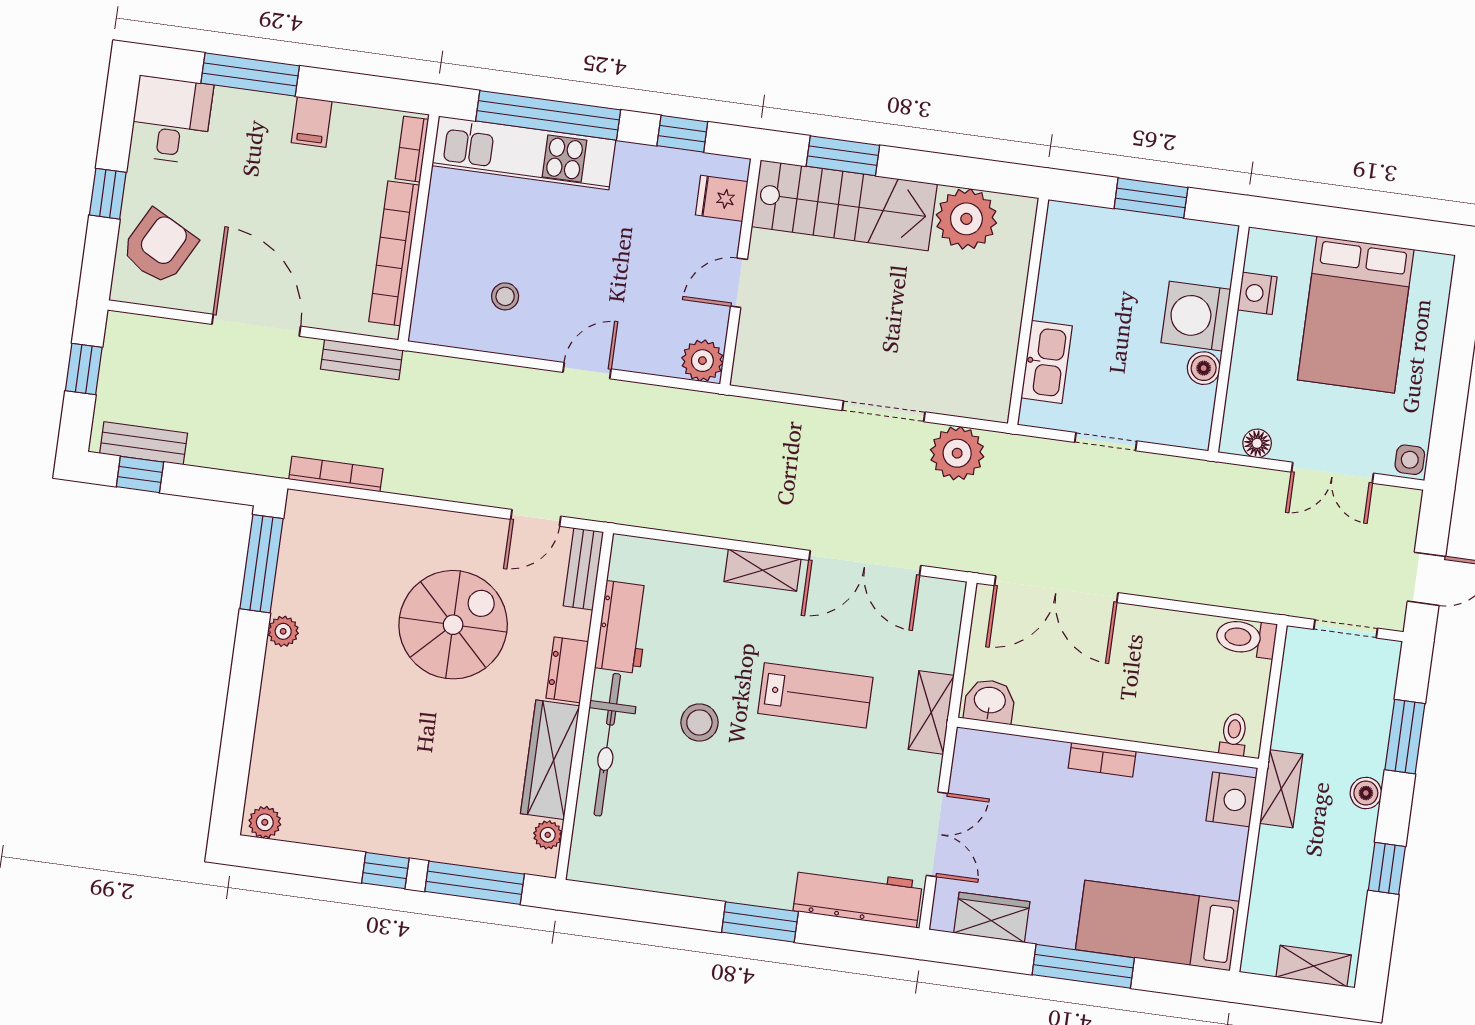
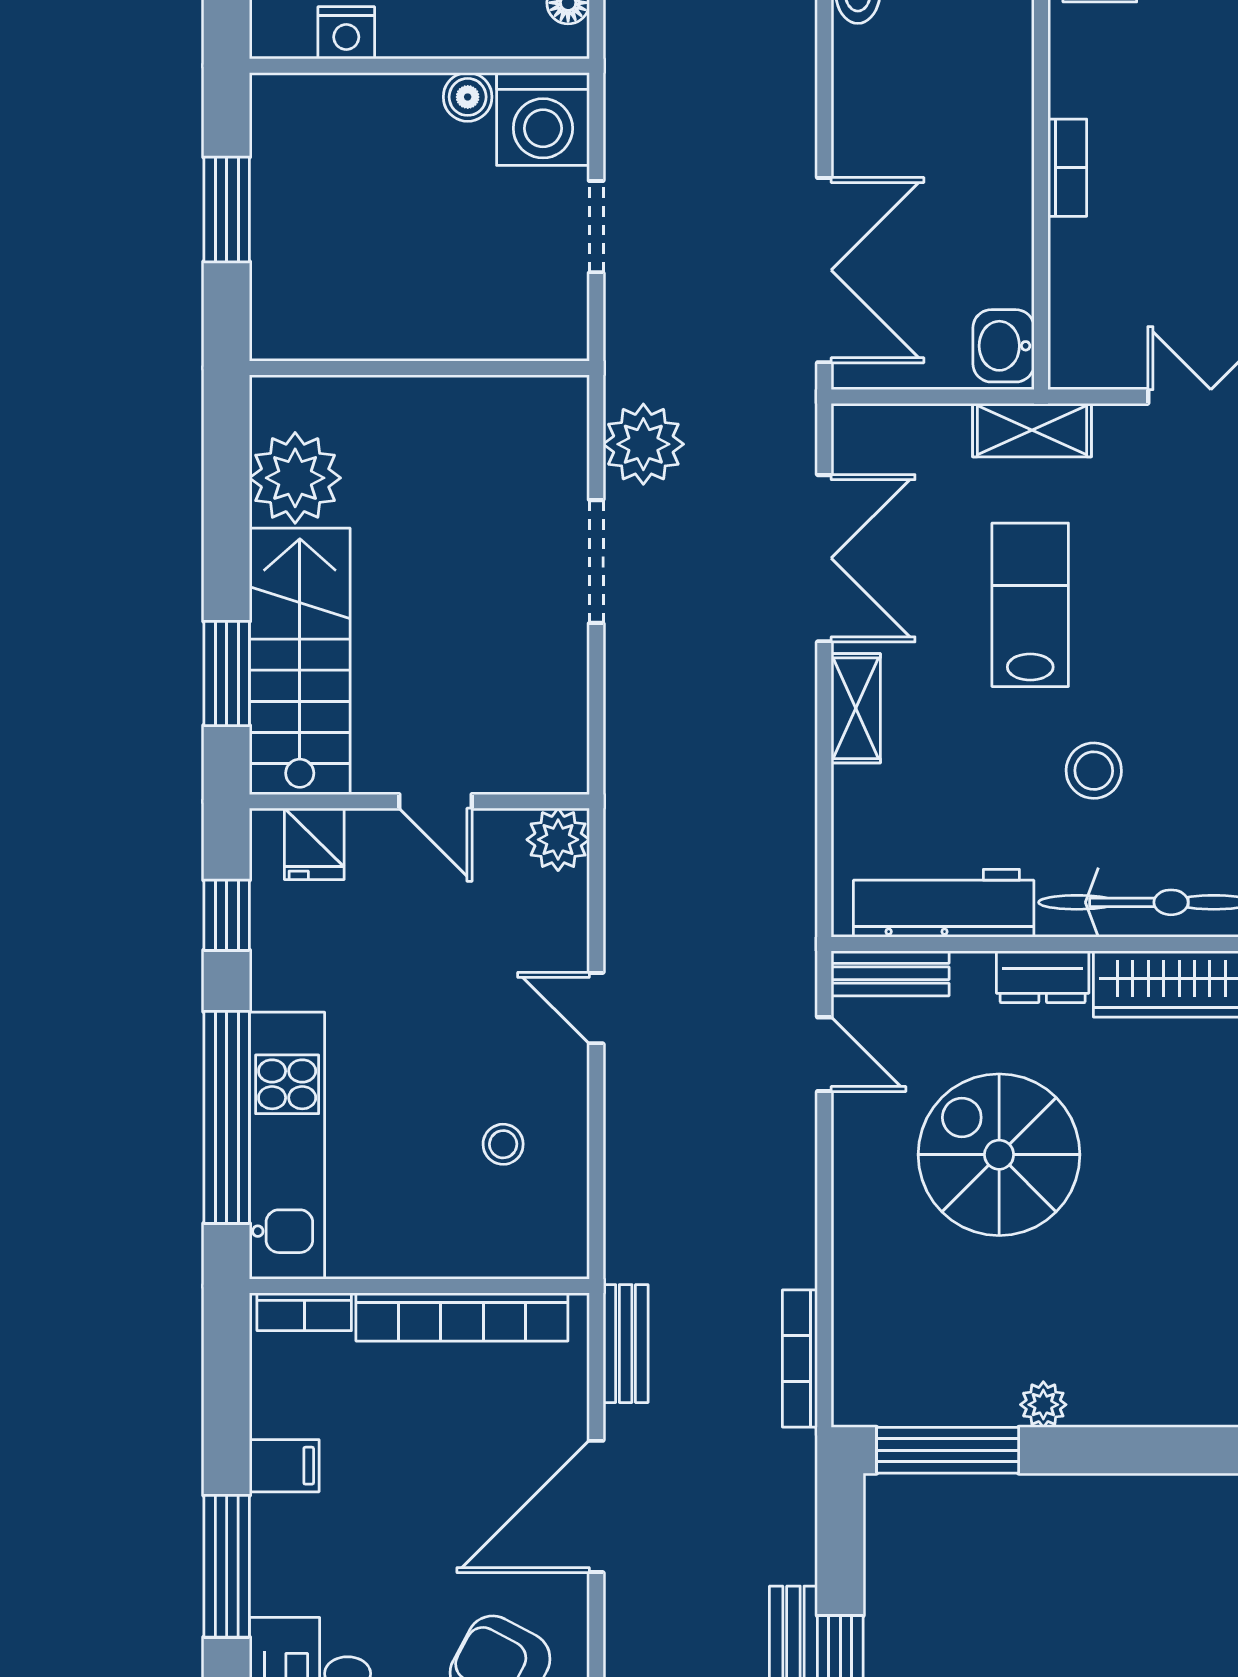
washing machine: (1196, 316) -> (543, 119), moved
kitchen sink: (1047, 362) -> (490, 330), removed
workbench: (623, 627) -> (944, 903), width x1.38

